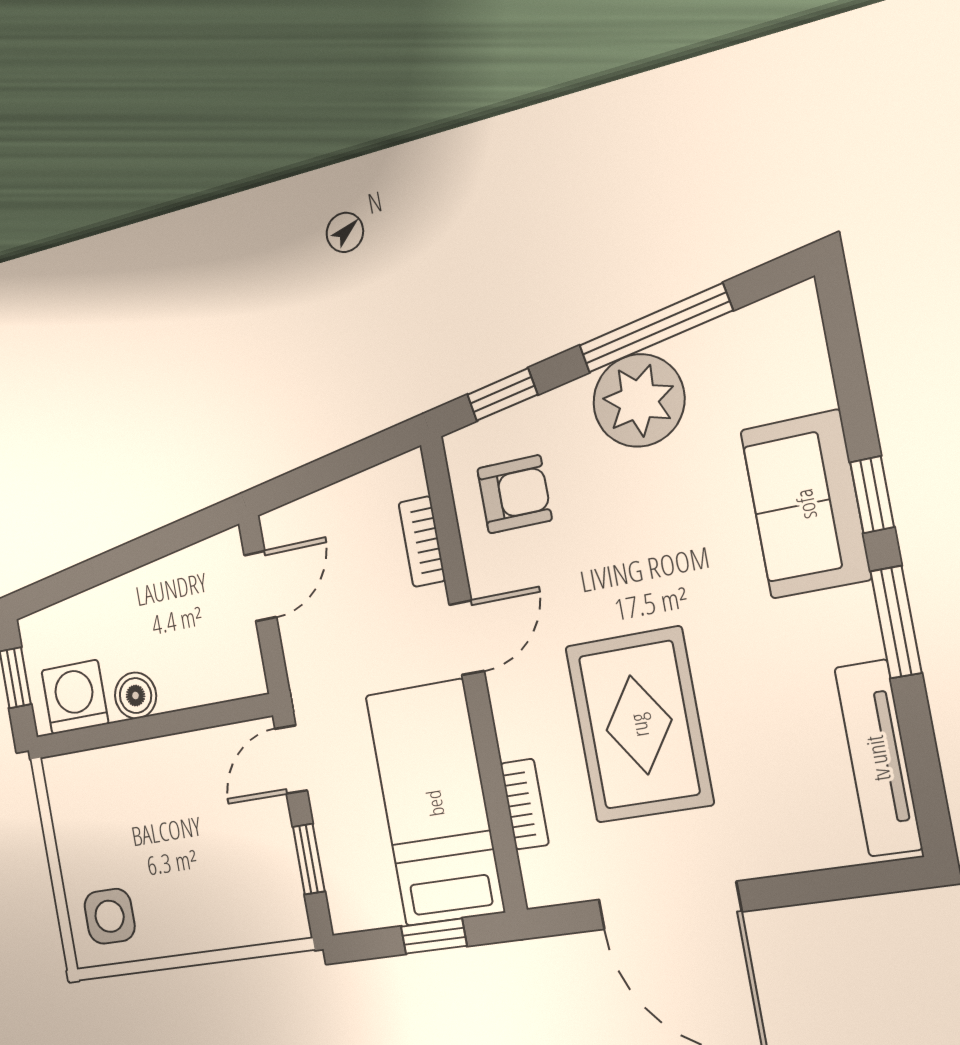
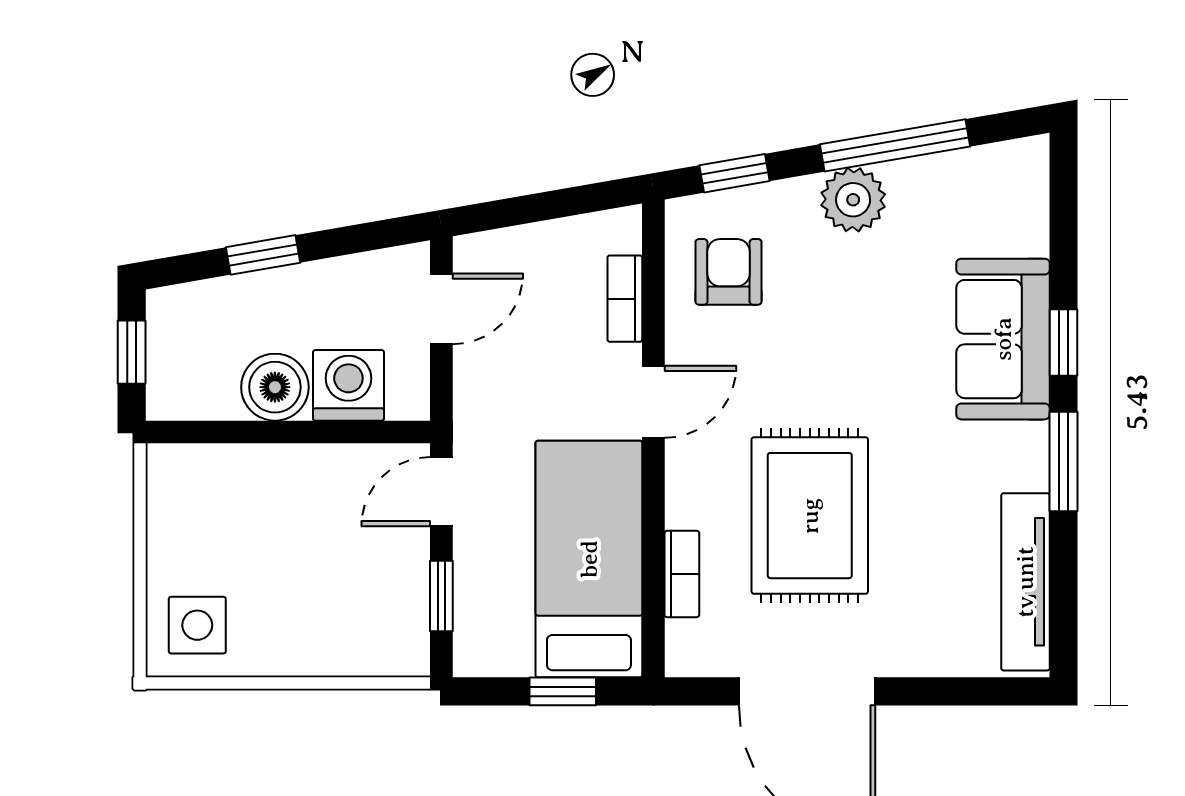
plant: (639, 400) -> (853, 200), width x0.73, depth x0.73
armchair: (514, 494) -> (729, 272), turned -90
window: (103, 568) -> (263, 255), added
boiler: (136, 696) -> (275, 387), width x1.36, depth x1.36
washing machine: (75, 697) -> (348, 385), moved

